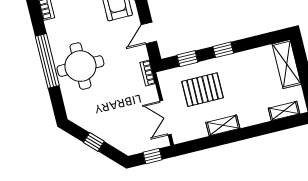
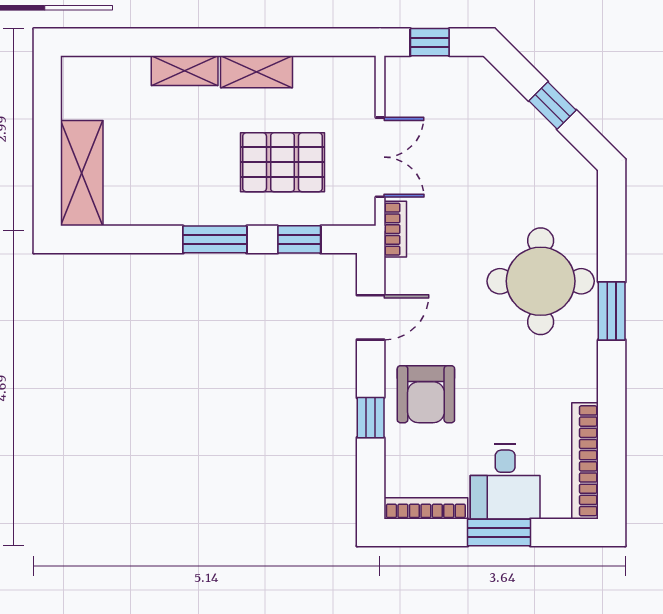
window: (223, 50) -> (215, 239), width x1.50
window: (47, 61) -> (612, 311), width x0.47
shelving: (284, 111) -> (185, 71), moved
double door: (165, 118) -> (380, 157), moved

